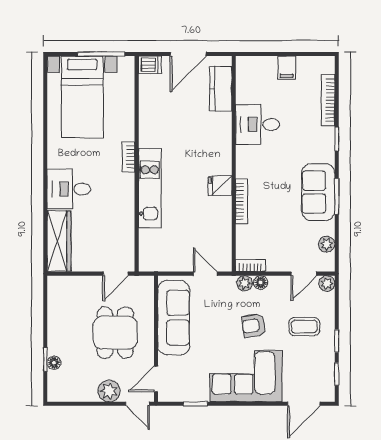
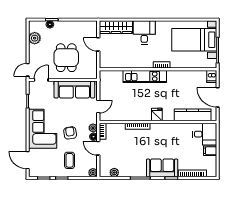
kitchen counter: (221, 89) -> (193, 115), width x1.50
desk: (258, 124) -> (205, 134), moved, turned 90
fridge: (220, 186) -> (157, 115), moved
sofa: (318, 192) -> (162, 168), moved
door: (116, 274) -> (98, 44), moved
door: (304, 274) -> (98, 148), moved
dining table: (115, 333) -> (66, 58), turned 90
door: (156, 379) -> (41, 80), hinge flipped
plant: (109, 391) -> (35, 38), moved

